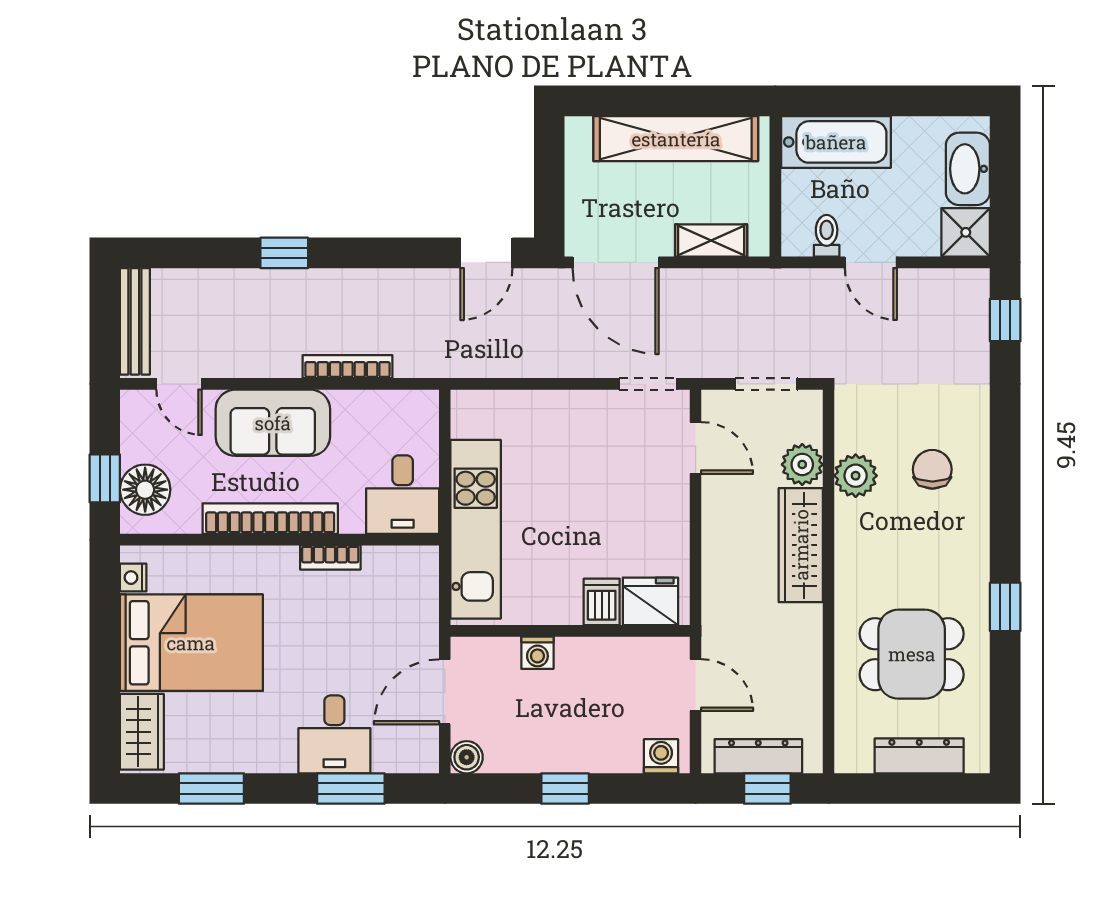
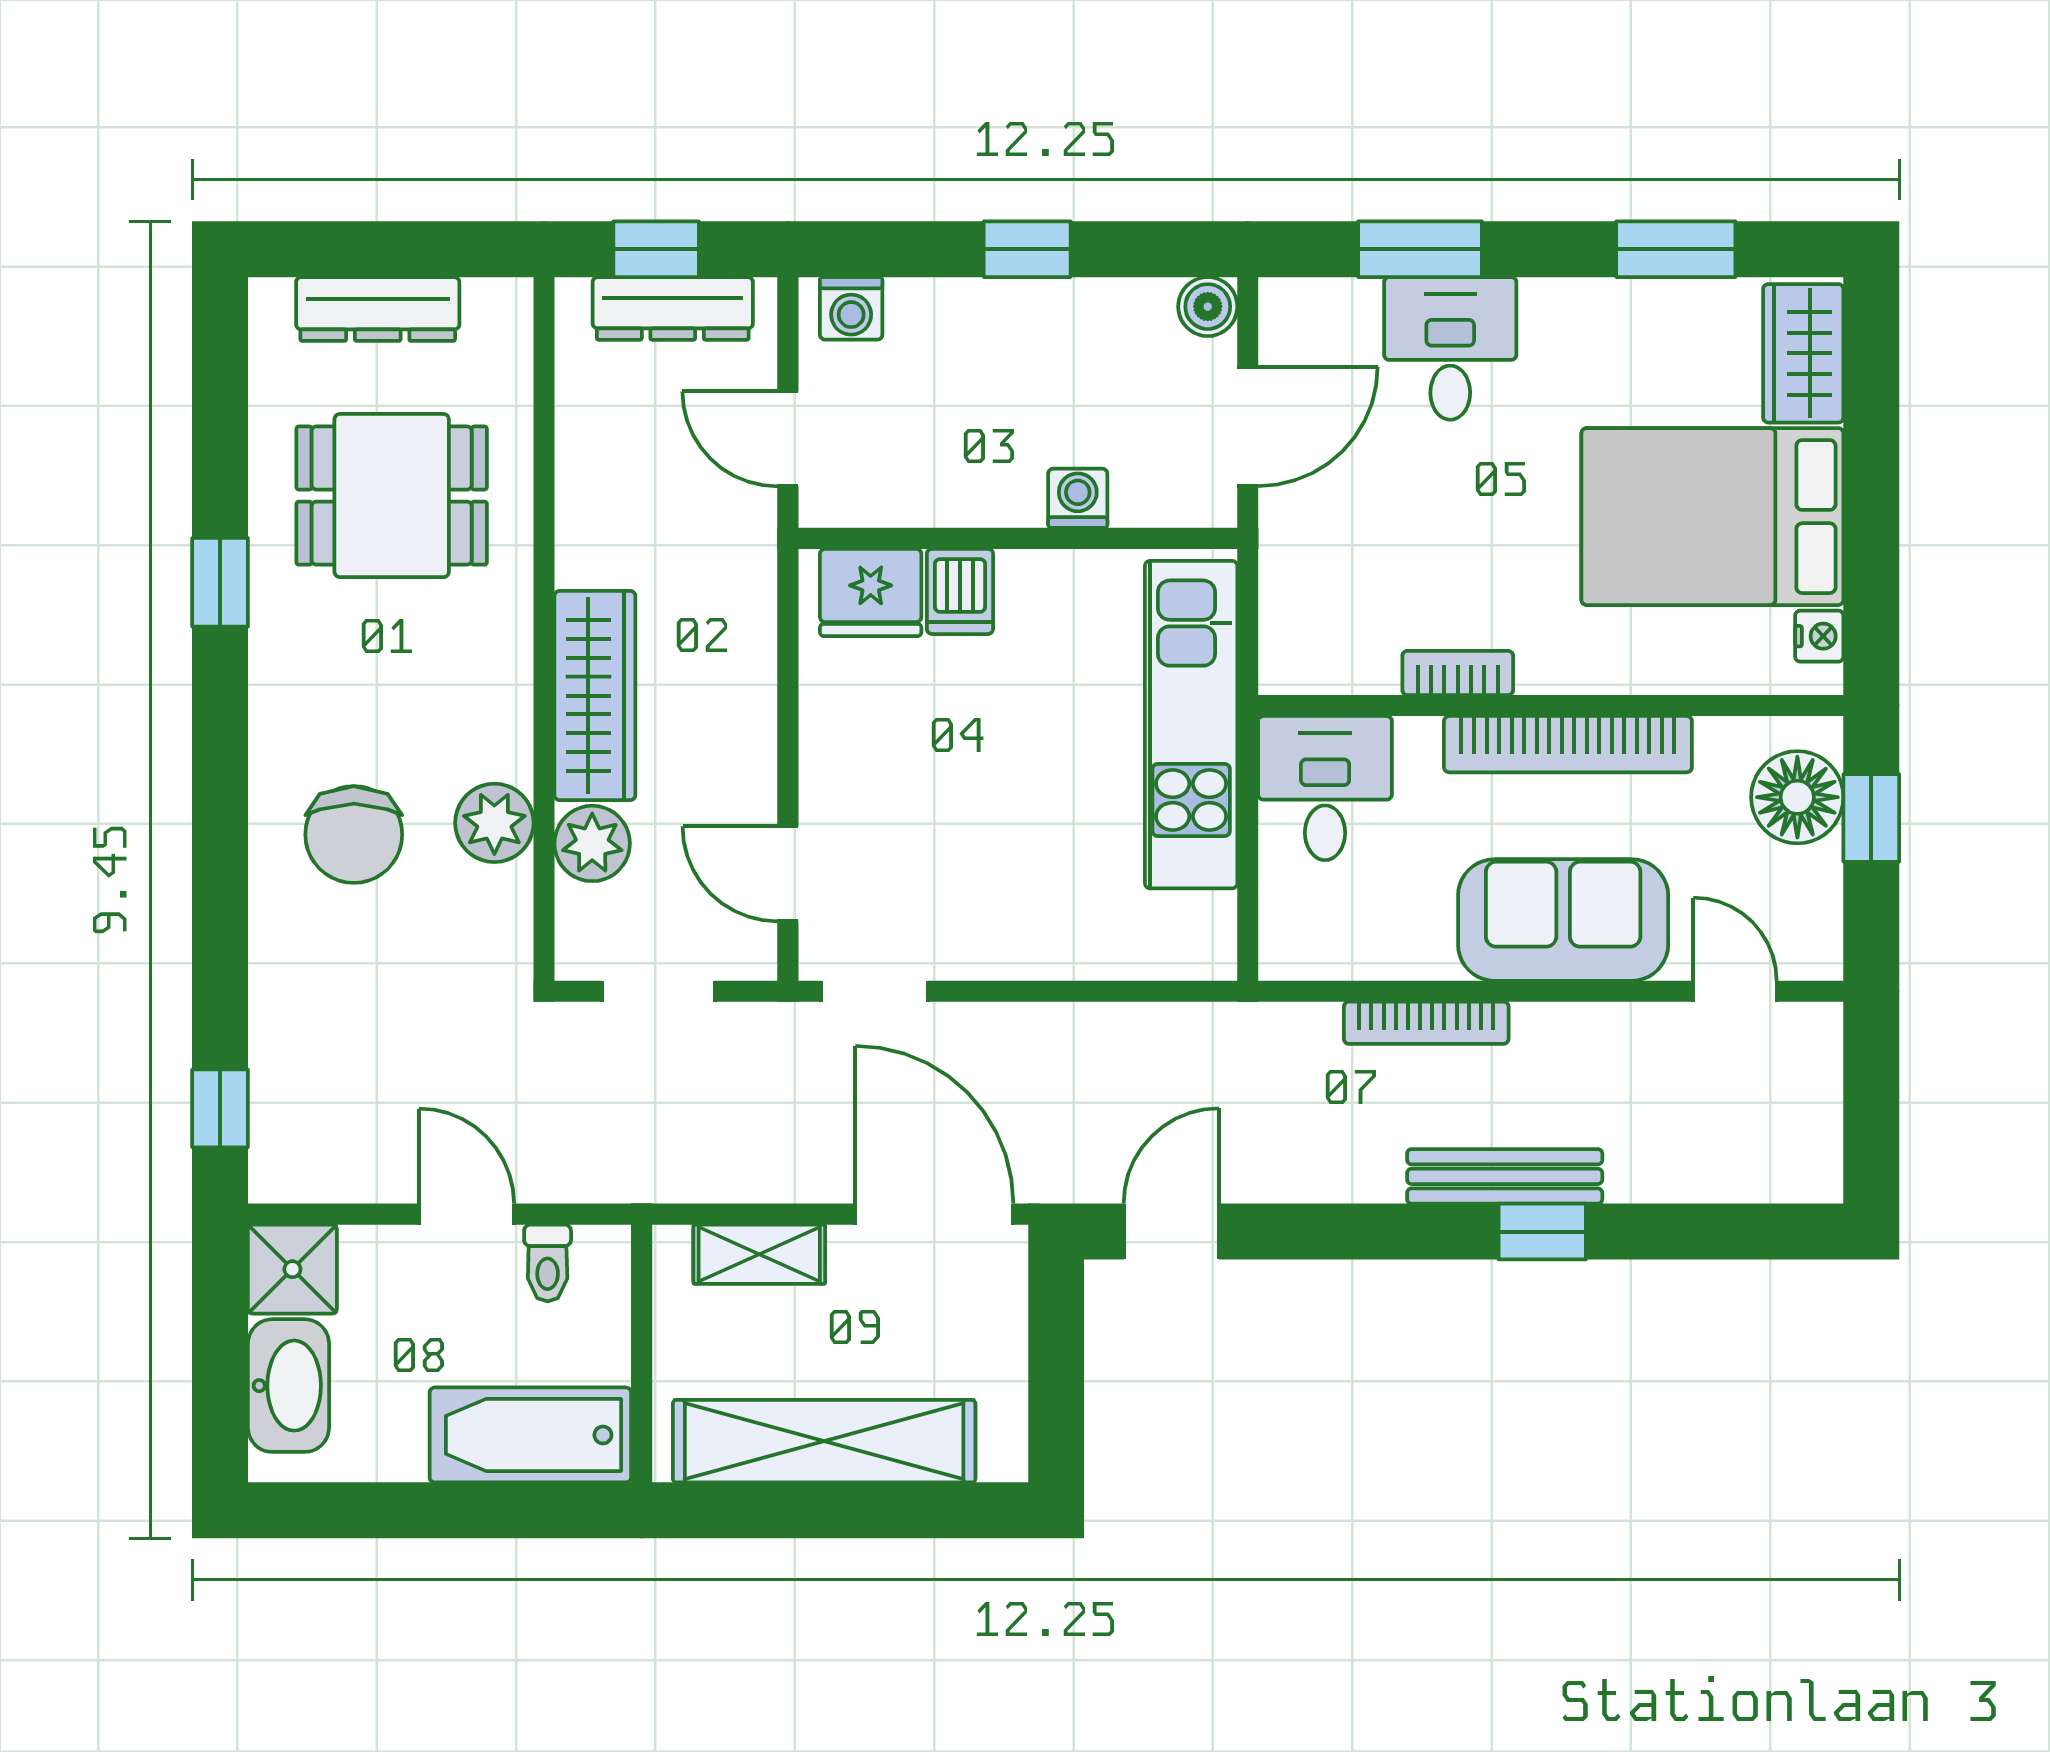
bench: (135, 321) -> (1505, 1176), moved, turned 90
chair: (932, 469) -> (354, 835), width x1.37, depth x1.37

